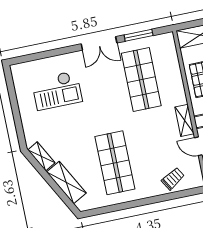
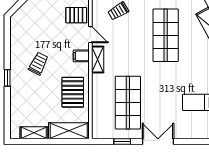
window: (139, 35) -> (122, 142), width x0.67

